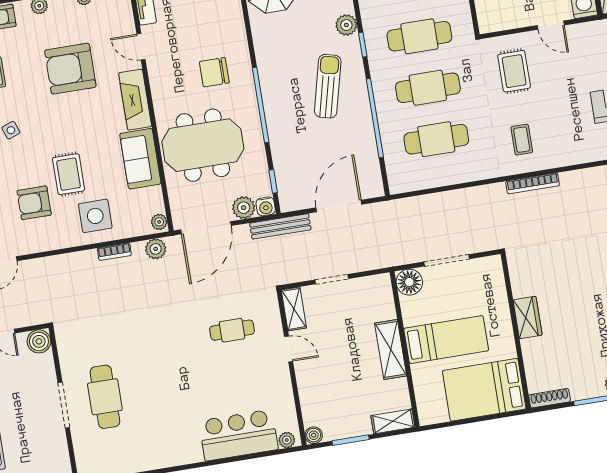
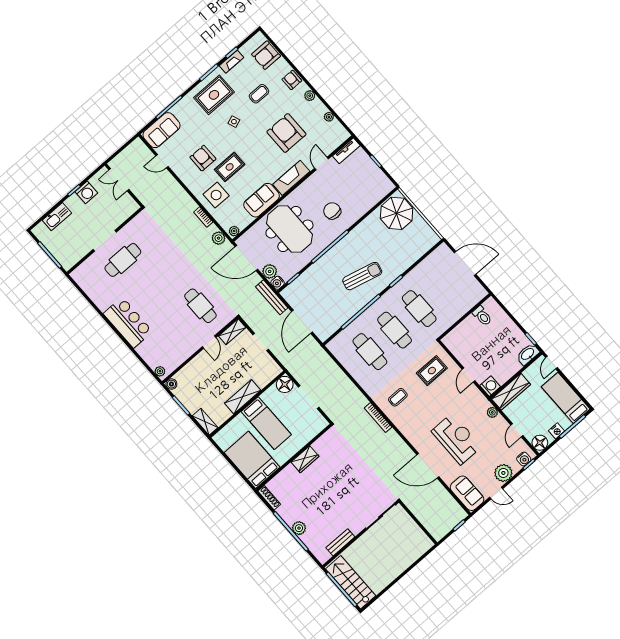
plant: (346, 25) -> (401, 266), removed
door: (339, 206) -> (302, 322), swing flipped
cafe table: (232, 330) -> (200, 306), width x1.37, depth x1.35
boiler: (39, 341) -> (131, 206), removed
bar counter: (239, 435) -> (128, 323), moved

